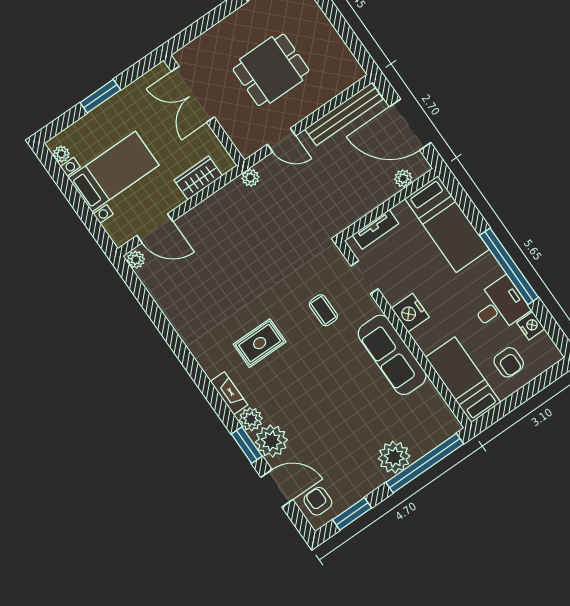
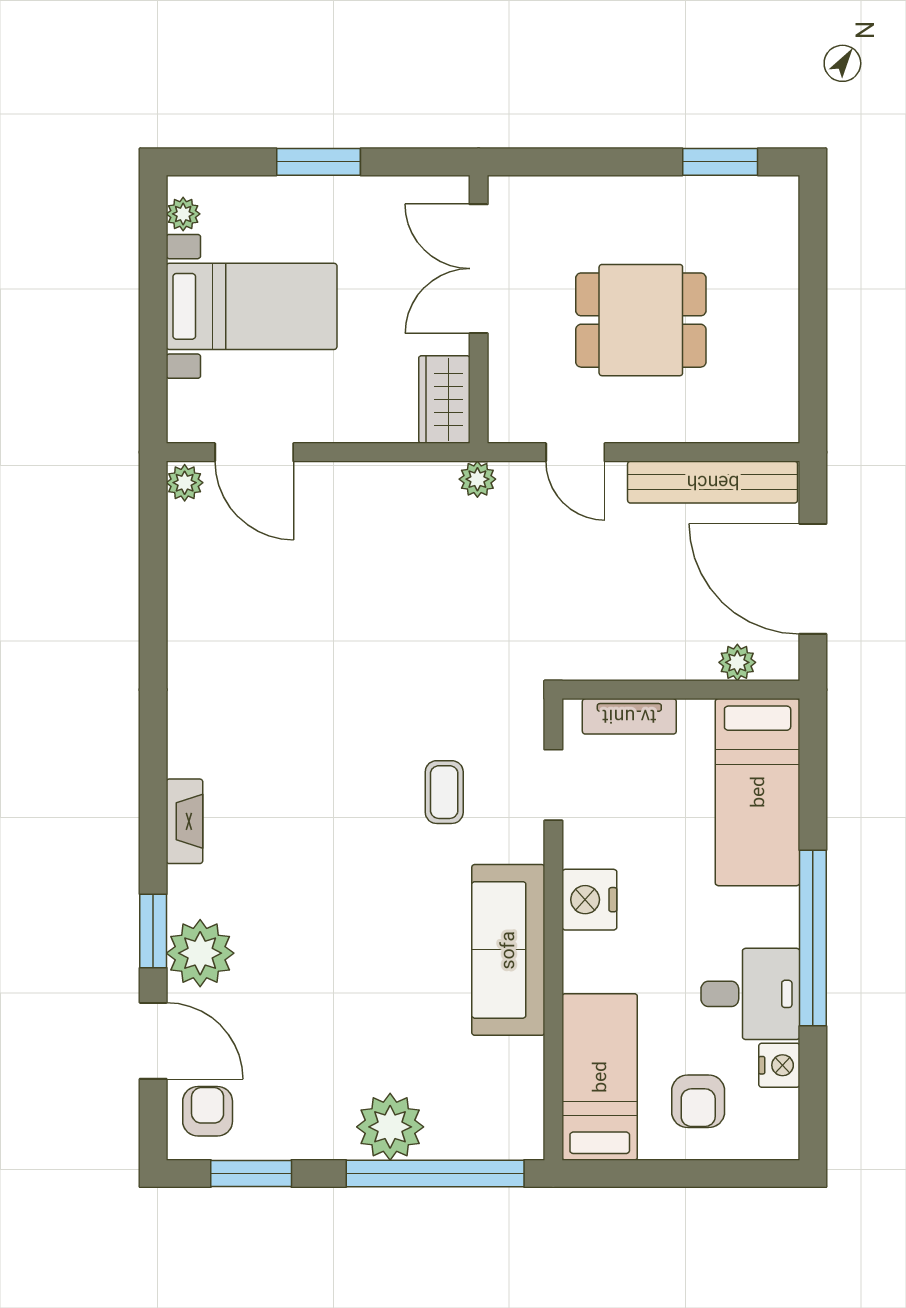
wardrobe: (198, 178) -> (444, 399), moved, turned -90
rug: (260, 343) -> (296, 772), removed
plant: (251, 419) -> (191, 892), removed

